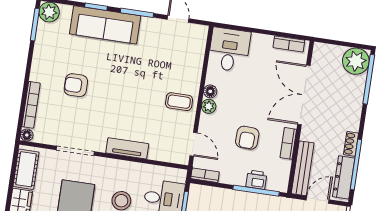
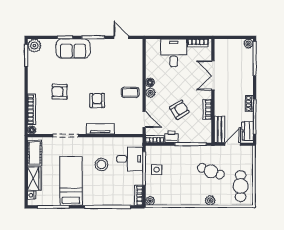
sofa: (105, 25) -> (73, 49), width x0.73
desk: (229, 50) -> (174, 53), moved
plant: (356, 61) -> (248, 44), width x0.53, depth x0.53
double door: (304, 95) -> (213, 75), width x0.73
armchair: (129, 106) -> (97, 100), added
armchair: (247, 138) -> (179, 110), turned -124
bench: (303, 168) -> (219, 129), width x0.73
dresser: (344, 177) -> (248, 131), width x0.70
printer: (256, 180) -> (171, 137), moved

